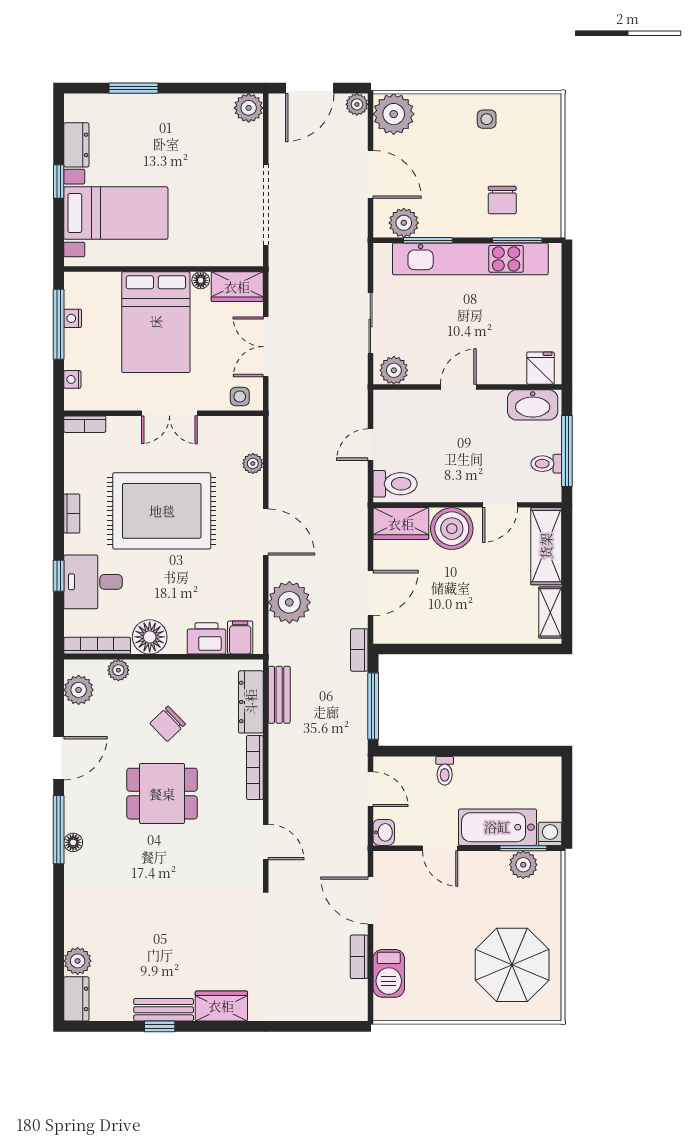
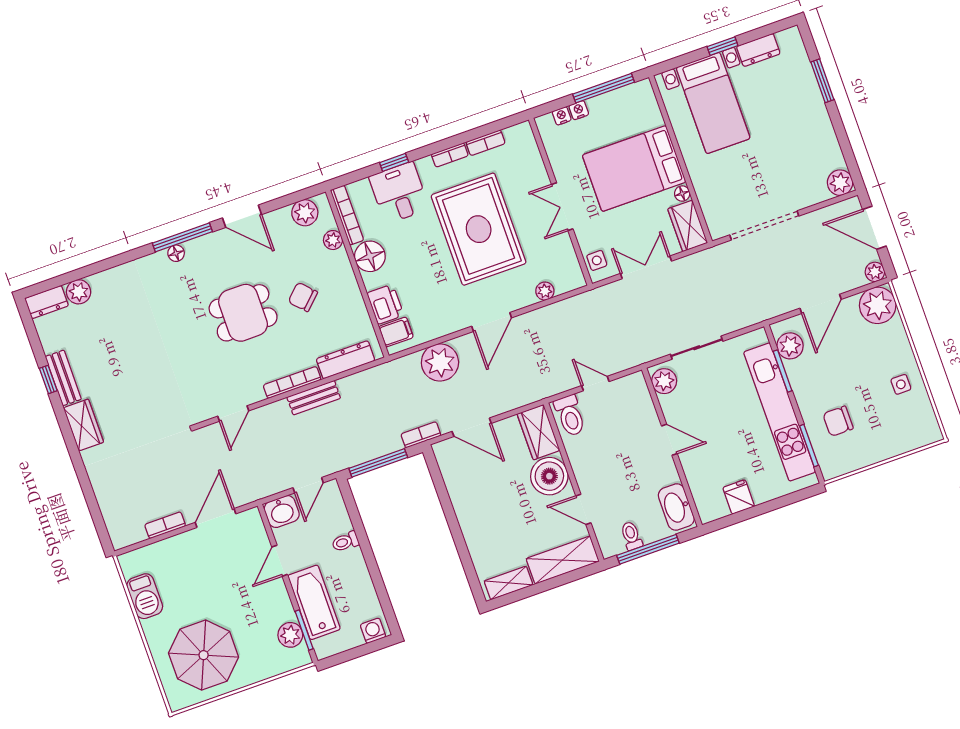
nightstand: (73, 318) -> (579, 110), moved
fridge: (540, 368) -> (739, 497), moved, turned -90
bookcase: (85, 424) -> (486, 143), moved, turned -90
bench: (279, 695) -> (314, 398), moved
dining table: (162, 794) -> (243, 313), turned 90
washbasin: (384, 832) -> (282, 512), width x1.38, depth x1.45
washing machine: (550, 834) -> (373, 631), moved, turned -90
barbecue: (389, 973) -> (145, 596), moved, turned -90

